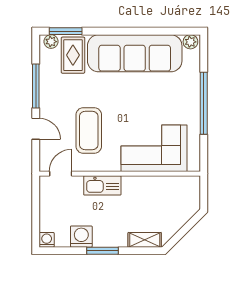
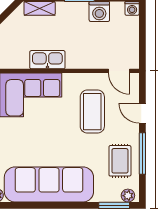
rug: (73, 55) -> (120, 161), moved
door: (61, 174) -> (119, 71), hinge flipped
kitchen sink: (102, 185) -> (47, 60), moved

